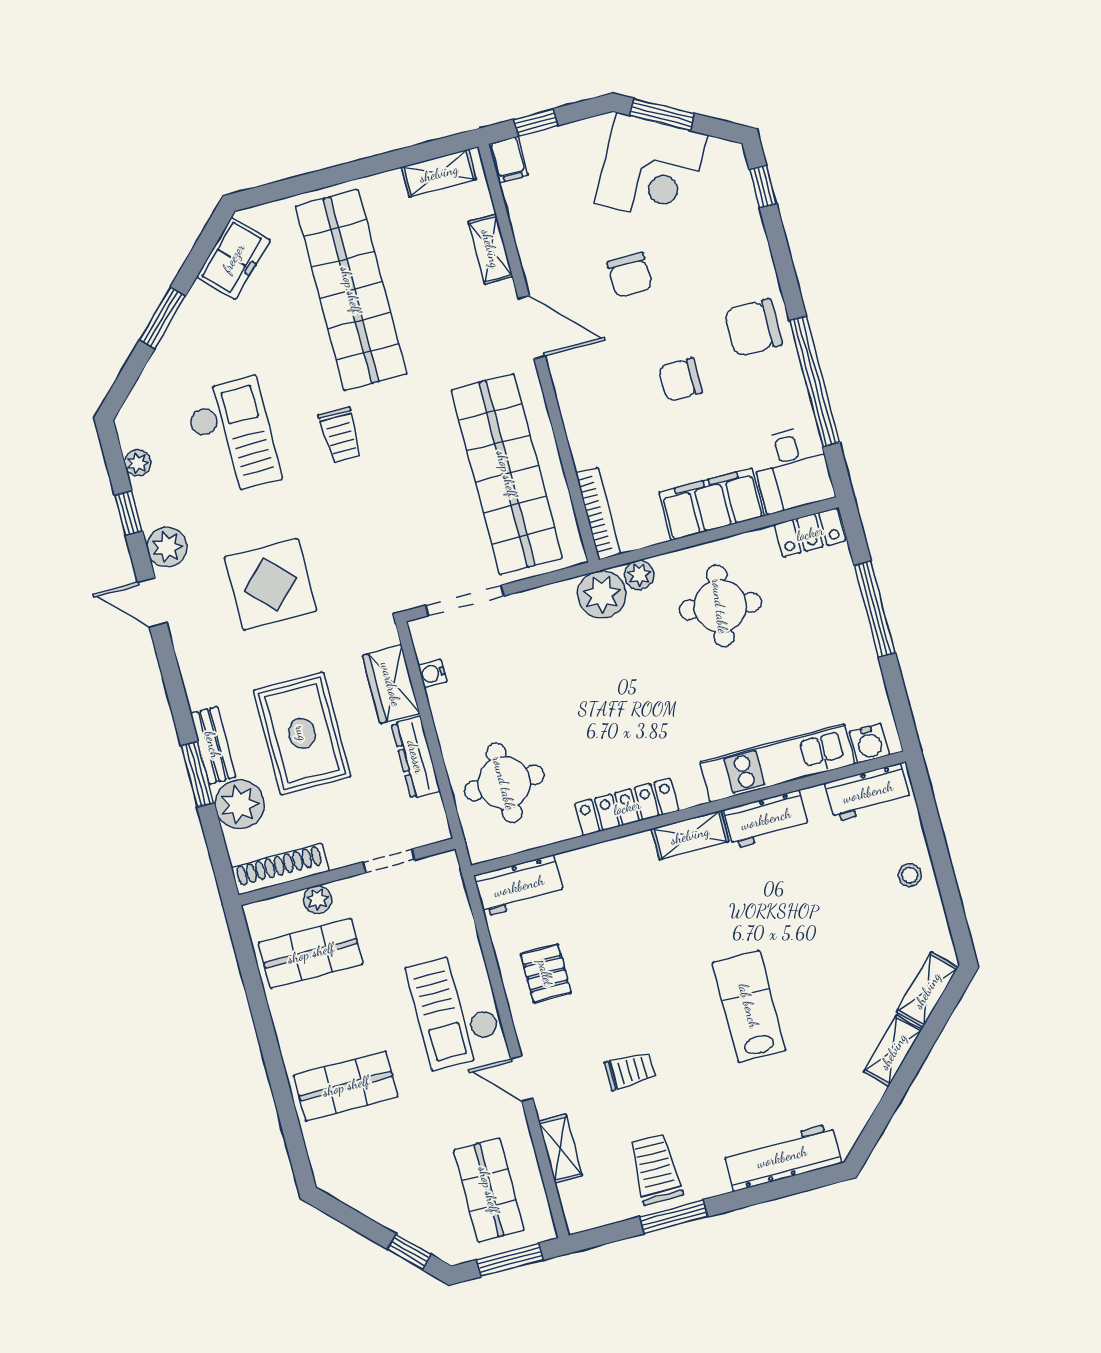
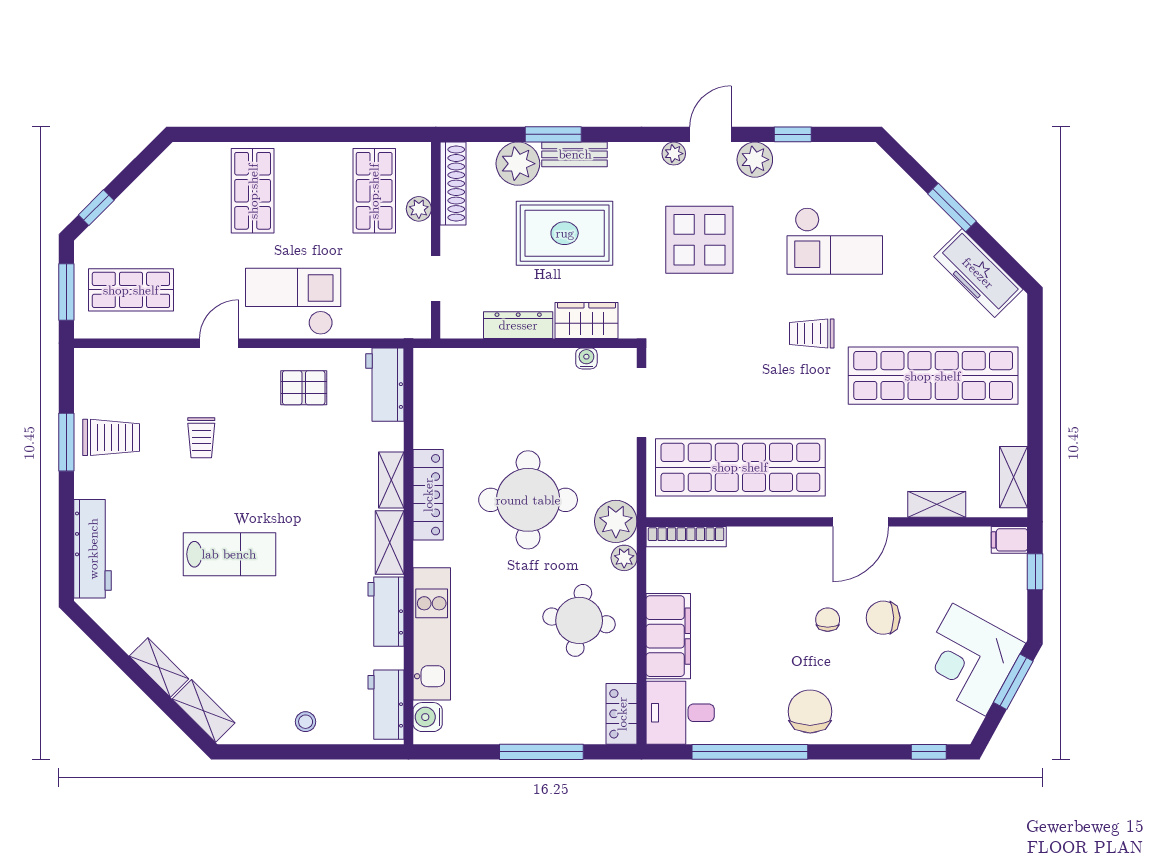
freezer: (233, 258) -> (978, 273), width x1.40
chair: (680, 380) -> (828, 620), moved, width x0.73, depth x0.73
plant: (138, 463) -> (674, 154), moved
round table: (504, 783) -> (528, 500), moved, width x1.36, depth x1.36
shelving: (560, 1148) -> (391, 480), moved, turned 90

